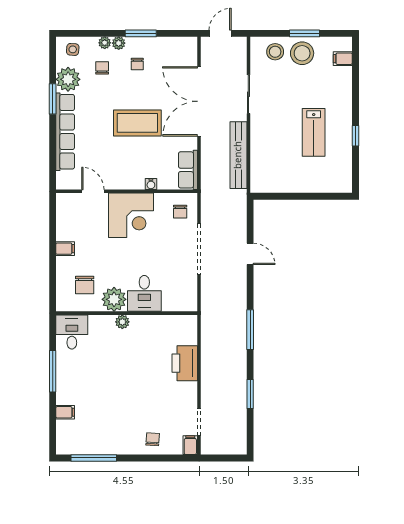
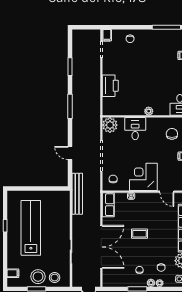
coffee table: (137, 123) -> (139, 234), width x0.54, depth x0.58
lab bench: (314, 132) -> (31, 228), width x1.86, depth x1.39
bench: (238, 155) -> (77, 194), moved
plant: (114, 299) -> (110, 125), moved

